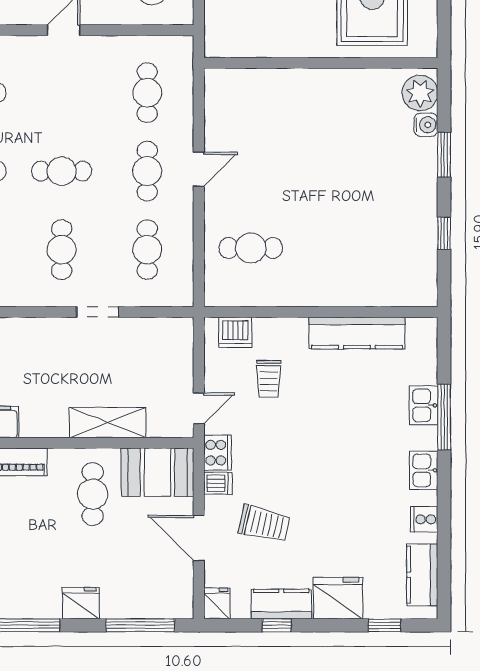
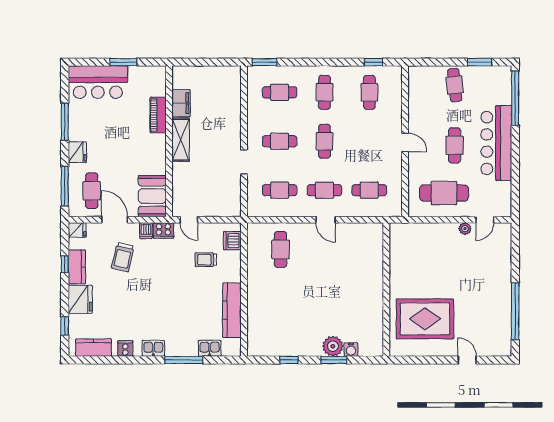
plant: (420, 93) -> (333, 346), moved
kitchen sink: (424, 405) -> (210, 348), moved
shelving: (108, 423) -> (181, 140), moved
cafe table: (93, 494) -> (92, 191), moved, turned 90
door: (199, 538) -> (115, 220), hinge flipped

